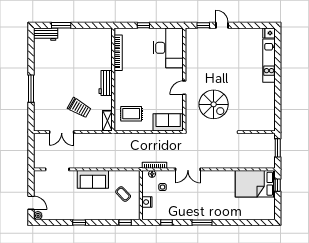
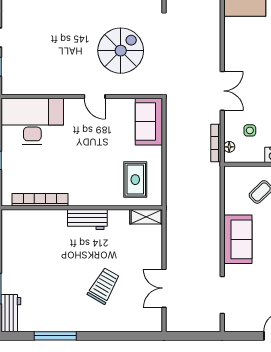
window: (31, 89) -> (55, 336), moved
trolley: (79, 108) -> (104, 286), moved
double door: (62, 132) -> (164, 288), swing flipped

